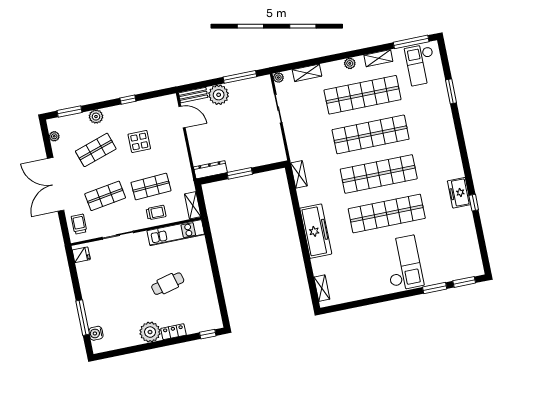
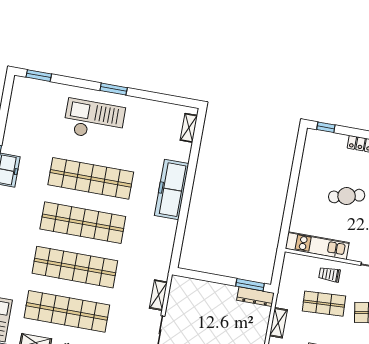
window: (240, 173) -> (250, 285), moved
shelving: (299, 174) -> (158, 295), moved
shelving: (193, 205) -> (278, 323), moved
checkout: (403, 263) -> (94, 120), turned 90
window: (435, 288) -> (114, 89), moved

